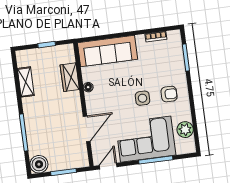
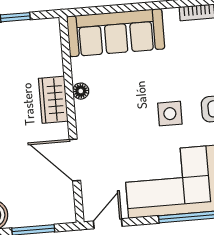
wardrobe: (70, 77) -> (53, 100), moved
door: (87, 129) -> (75, 160), swing flipped

